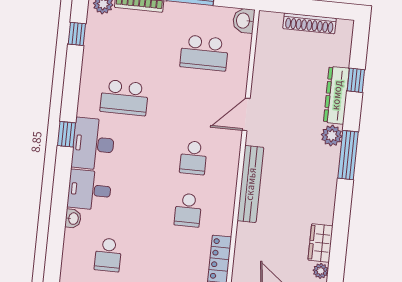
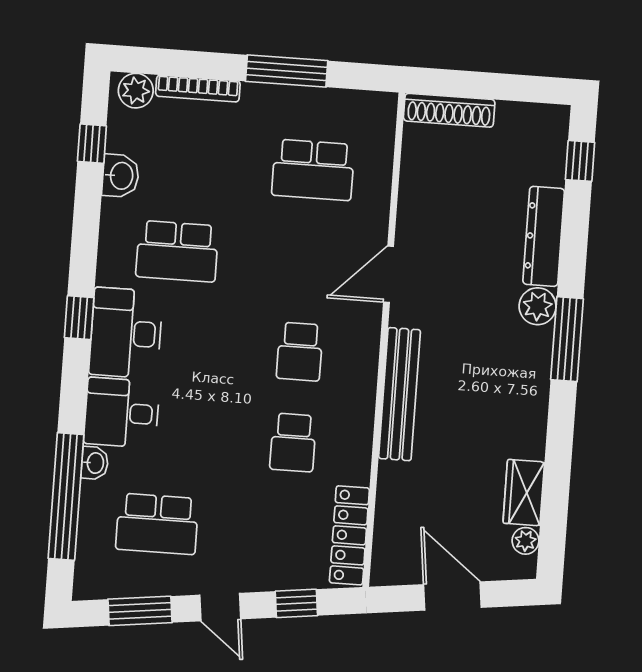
washbasin: (244, 21) -> (121, 176), moved, turned 180
shoe rack: (309, 23) -> (449, 110), moved
window: (356, 80) -> (580, 161), moved
window: (56, 237) -> (66, 496), added
school desk: (108, 255) -> (157, 524), width x1.85

